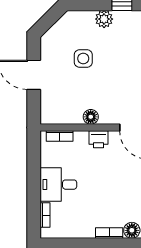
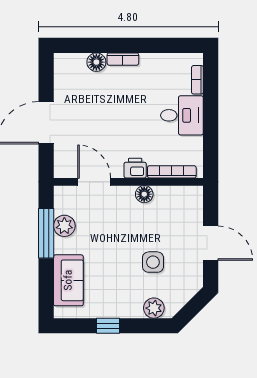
plant: (104, 19) -> (154, 308), moved
bookcase: (60, 136) -> (172, 172), width x1.56

